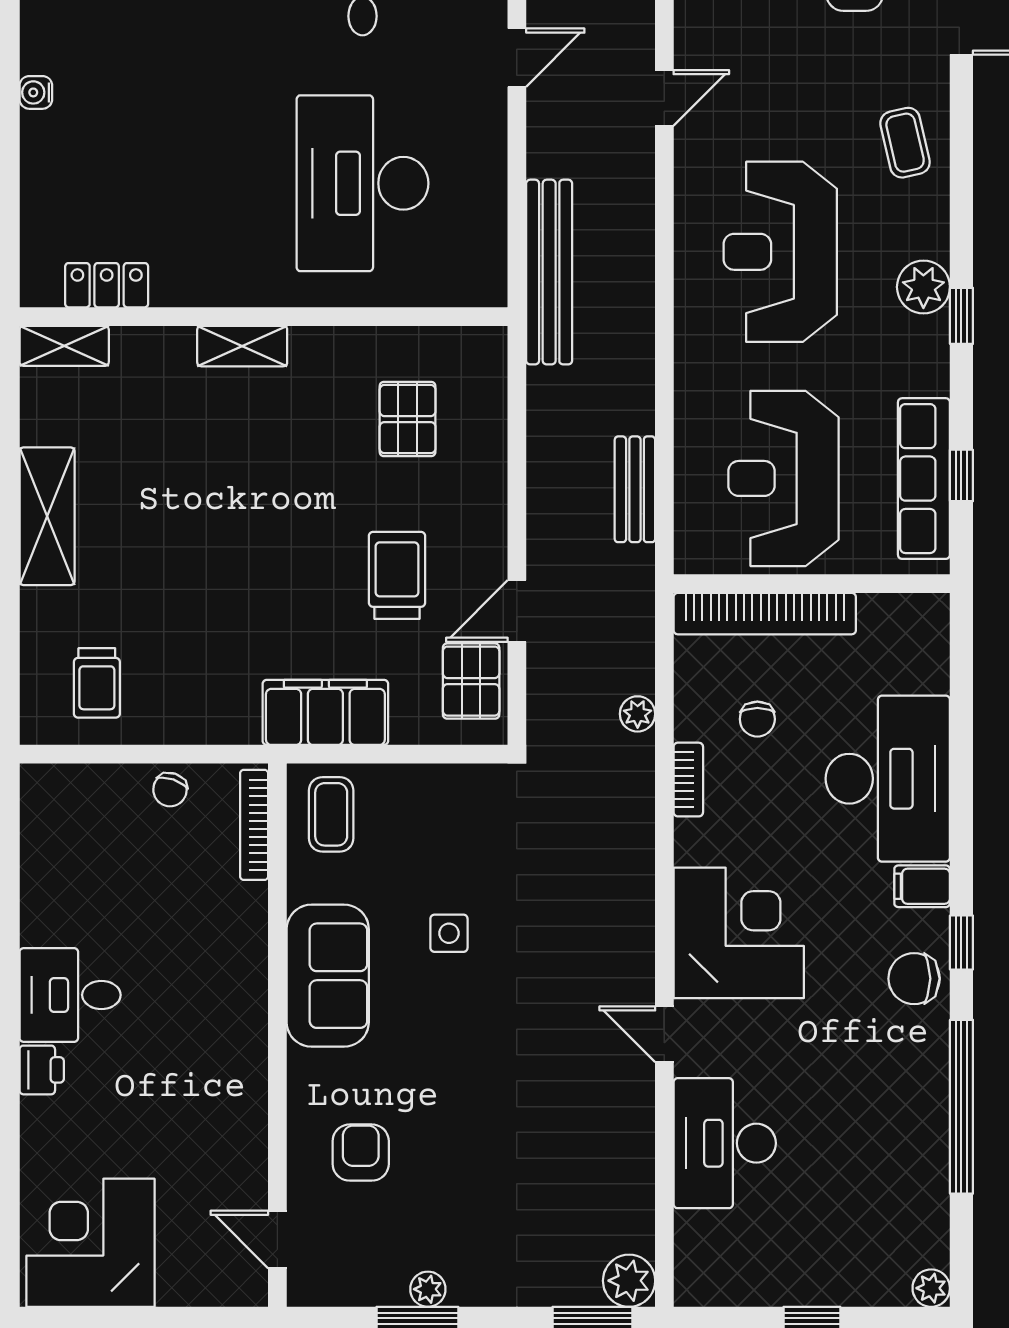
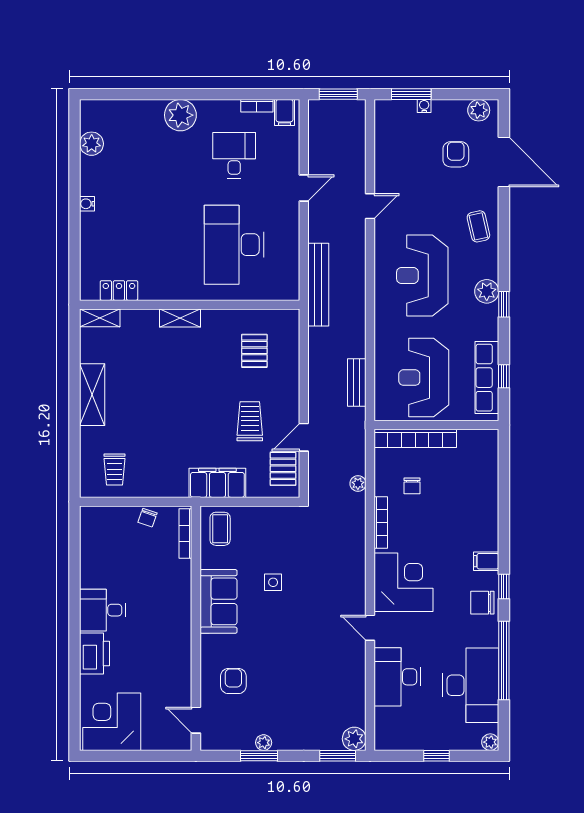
desk: (888, 779) -> (471, 685), moved
bookcase: (688, 780) -> (381, 522), width x1.56
printer: (42, 1070) -> (95, 653), width x1.87, depth x1.48

